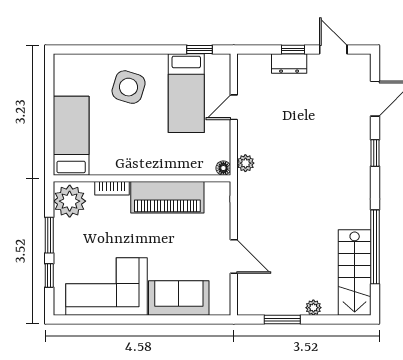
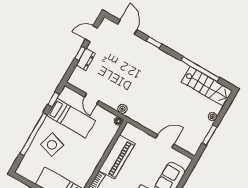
window: (128, 50) -> (34, 134), added

